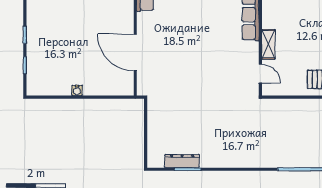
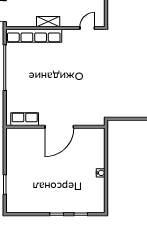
shelving: (268, 44) -> (48, 22), moved
door: (135, 52) -> (59, 127), moved

